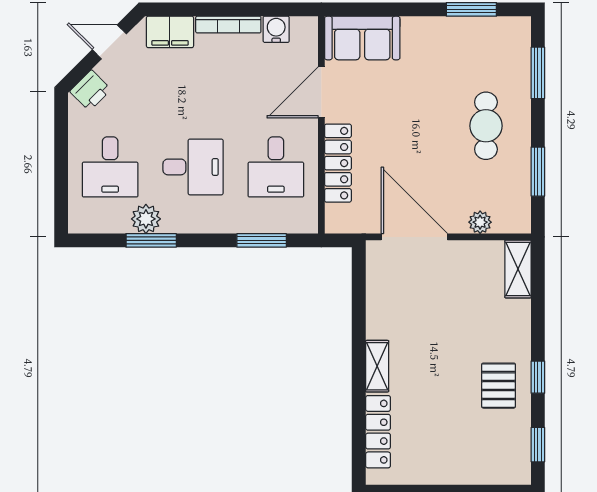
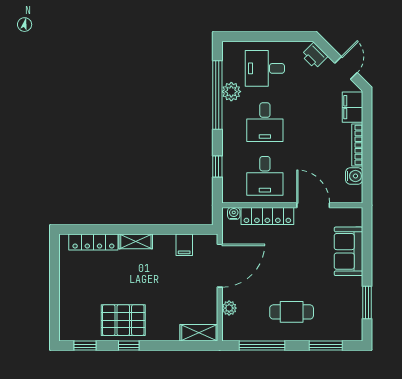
sofa: (362, 38) -> (348, 251), moved
desk: (276, 167) -> (265, 176), turned -90
window: (538, 172) -> (262, 346), width x1.44
water cooler: (334, 215) -> (234, 213), added
window: (151, 240) -> (217, 95), width x2.11
window: (262, 240) -> (217, 167), width x0.67
filing cabinet: (382, 292) -> (184, 245), added
pallet: (499, 386) -> (123, 320), width x1.50, depth x1.42

